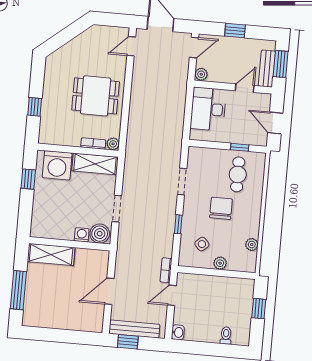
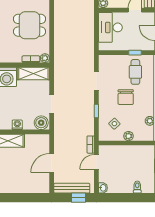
chair: (221, 208) -> (126, 97), turned 180
washing machine: (82, 235) -> (17, 125), moved
window: (128, 342) -> (78, 198), moved

